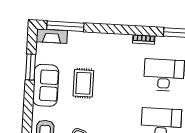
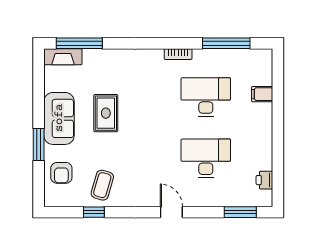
window: (31, 67) -> (39, 145), moved

